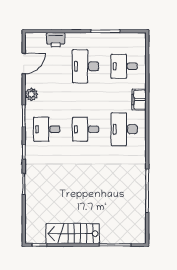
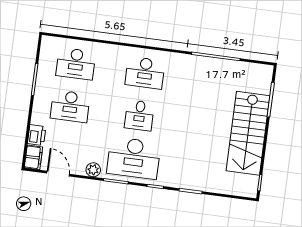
desk: (124, 66) -> (76, 64), width x1.37
filing cabinet: (139, 100) -> (33, 157), moved, turned -90
desk: (47, 129) -> (134, 158), width x1.87, depth x1.30
stairs: (73, 234) -> (248, 133), width x1.36, depth x1.51

